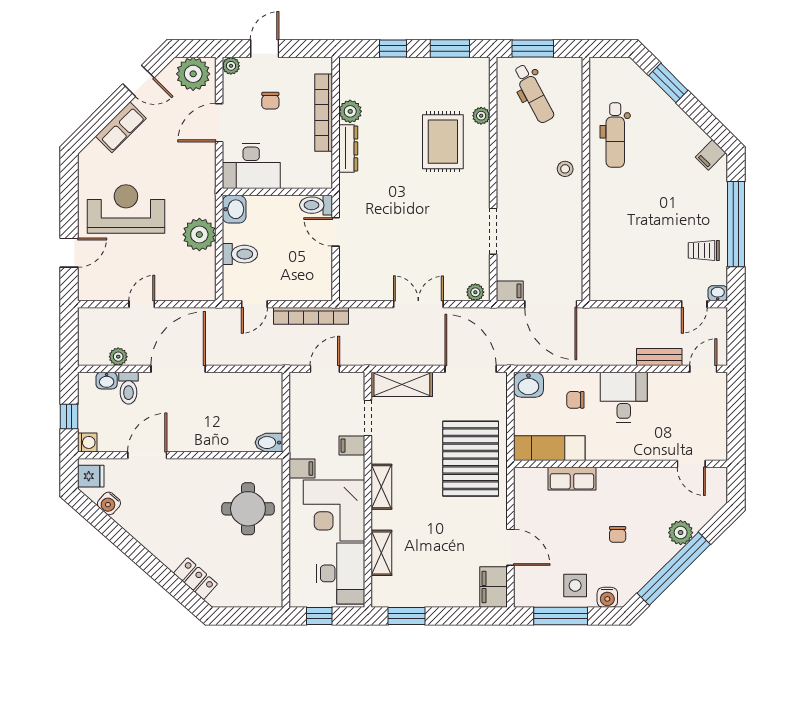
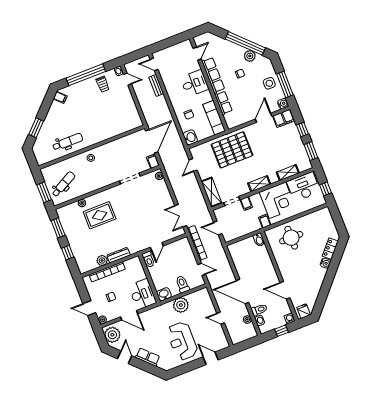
double door: (418, 304) -> (181, 216), moved
door: (471, 369) -> (193, 165), width x0.53
desk: (624, 397) -> (194, 83), moved, turned 180
row of seats: (635, 479) -> (213, 75), added
water cooler: (109, 503) -> (325, 263), moved
plant: (681, 533) -> (250, 56), moved
water cooler: (607, 597) -> (283, 104), moved
window: (457, 616) -> (302, 129), added

